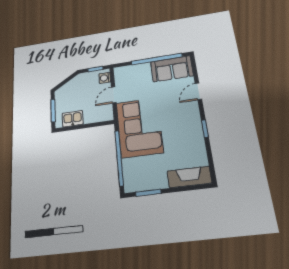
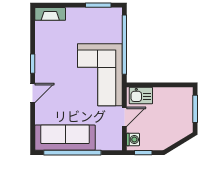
sofa: (172, 69) -> (65, 138), width x1.36
door: (198, 91) -> (33, 93), moved
kitchen sink: (73, 119) -> (141, 96), moved
fireplace: (189, 177) -> (50, 14), width x0.73, depth x0.76

